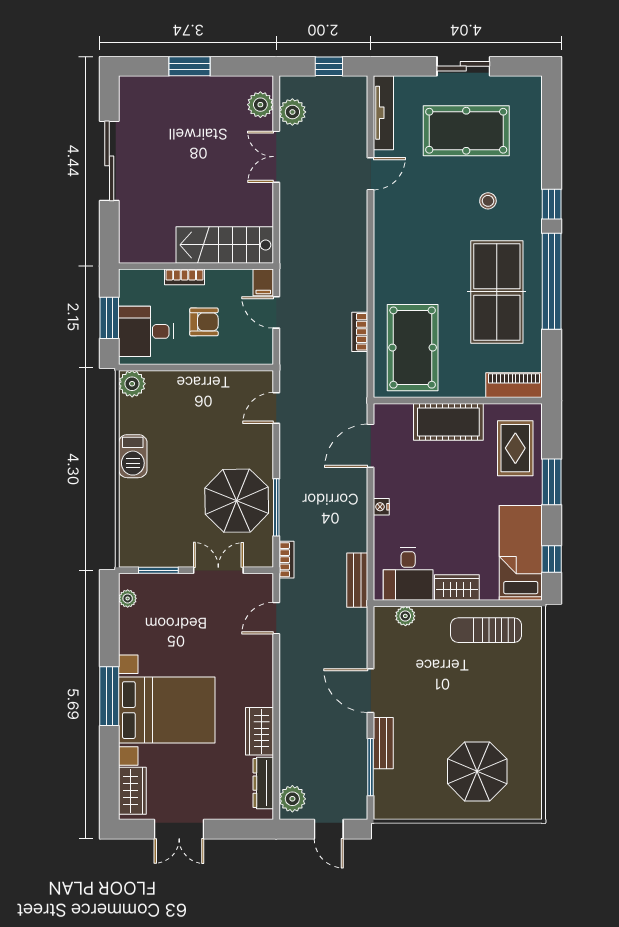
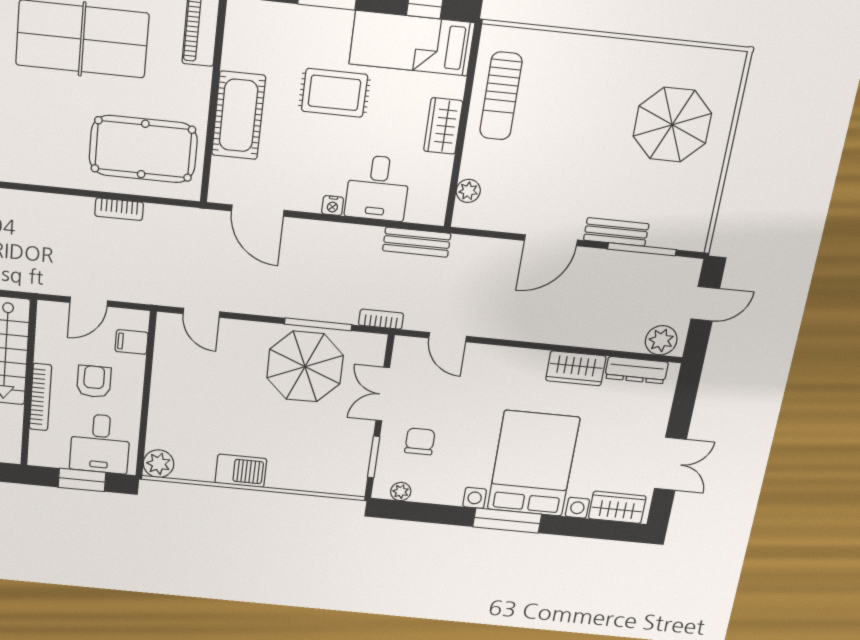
bookcase: (185, 277) -> (40, 397), width x1.56
filing cabinet: (263, 282) -> (132, 342), moved, turned 180
rug: (515, 448) -> (334, 93), moved
desk: (408, 574) -> (378, 188), moved, turned 90
chair: (177, 608) -> (420, 441), added

